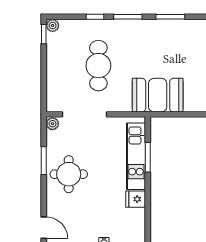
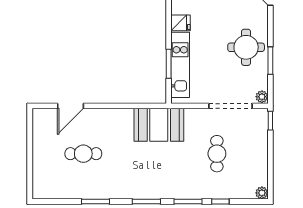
window: (44, 34) -> (270, 121), moved
cafe table: (98, 66) -> (217, 154), width x0.73, depth x0.74

